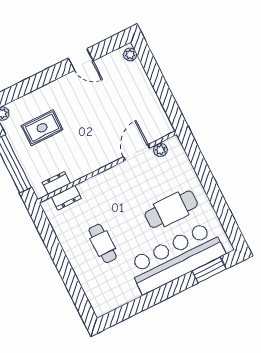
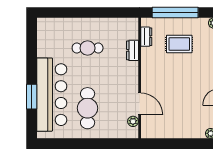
rug: (42, 128) -> (179, 44), moved, turned 90
dresser: (66, 198) -> (132, 50), moved
window: (209, 270) -> (32, 97), moved

